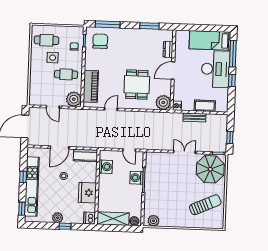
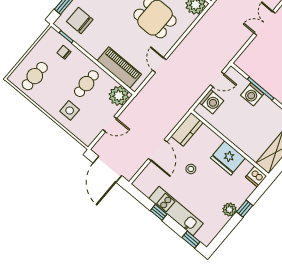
side table: (53, 58) -> (70, 110), moved
washing machine: (106, 167) -> (212, 102), moved, turned 90
kitchen unit: (32, 187) -> (176, 211), width x0.73

